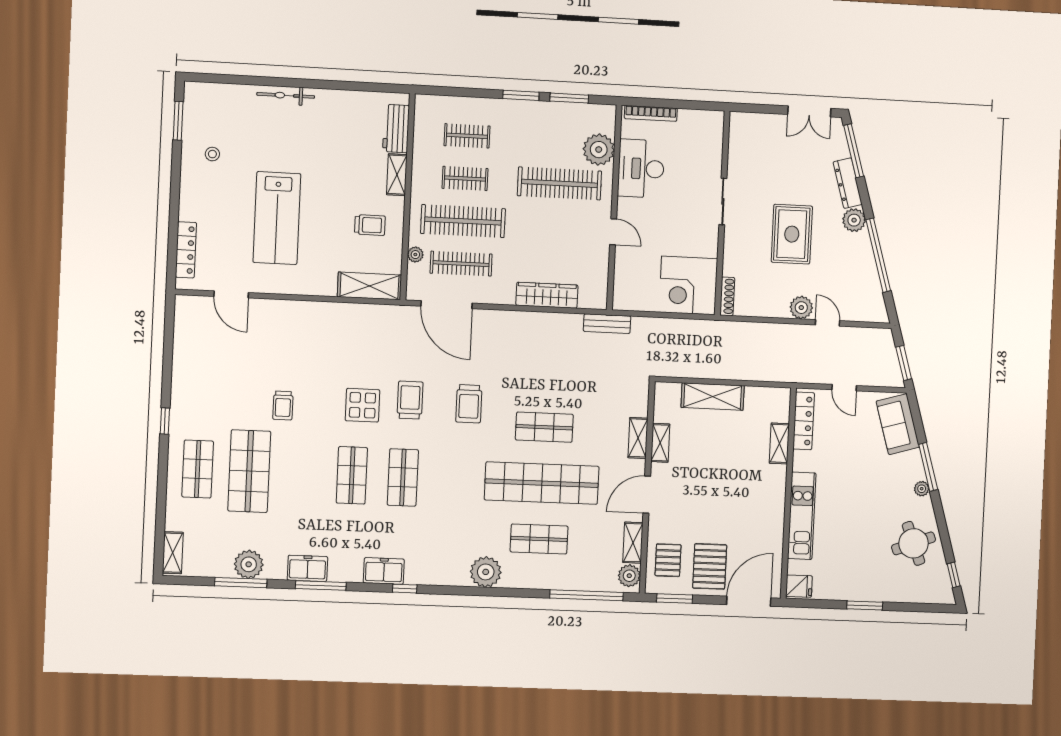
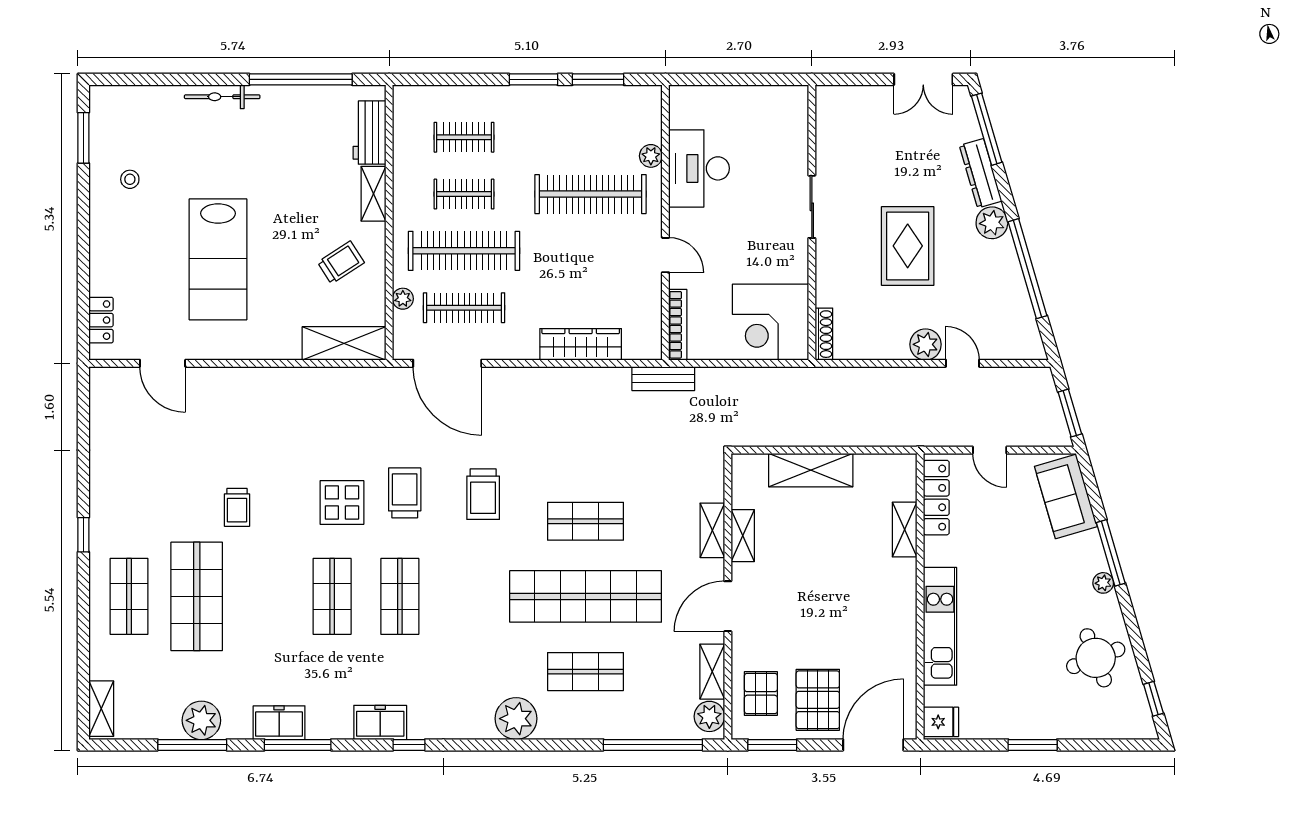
window: (346, 86) -> (301, 79), added
bookcase: (651, 113) -> (678, 325), moved, turned -90
plant: (599, 150) -> (651, 156), width x0.53, depth x0.53
trolley: (370, 225) -> (341, 262), turned -33
locker: (186, 250) -> (101, 320), width x0.66

